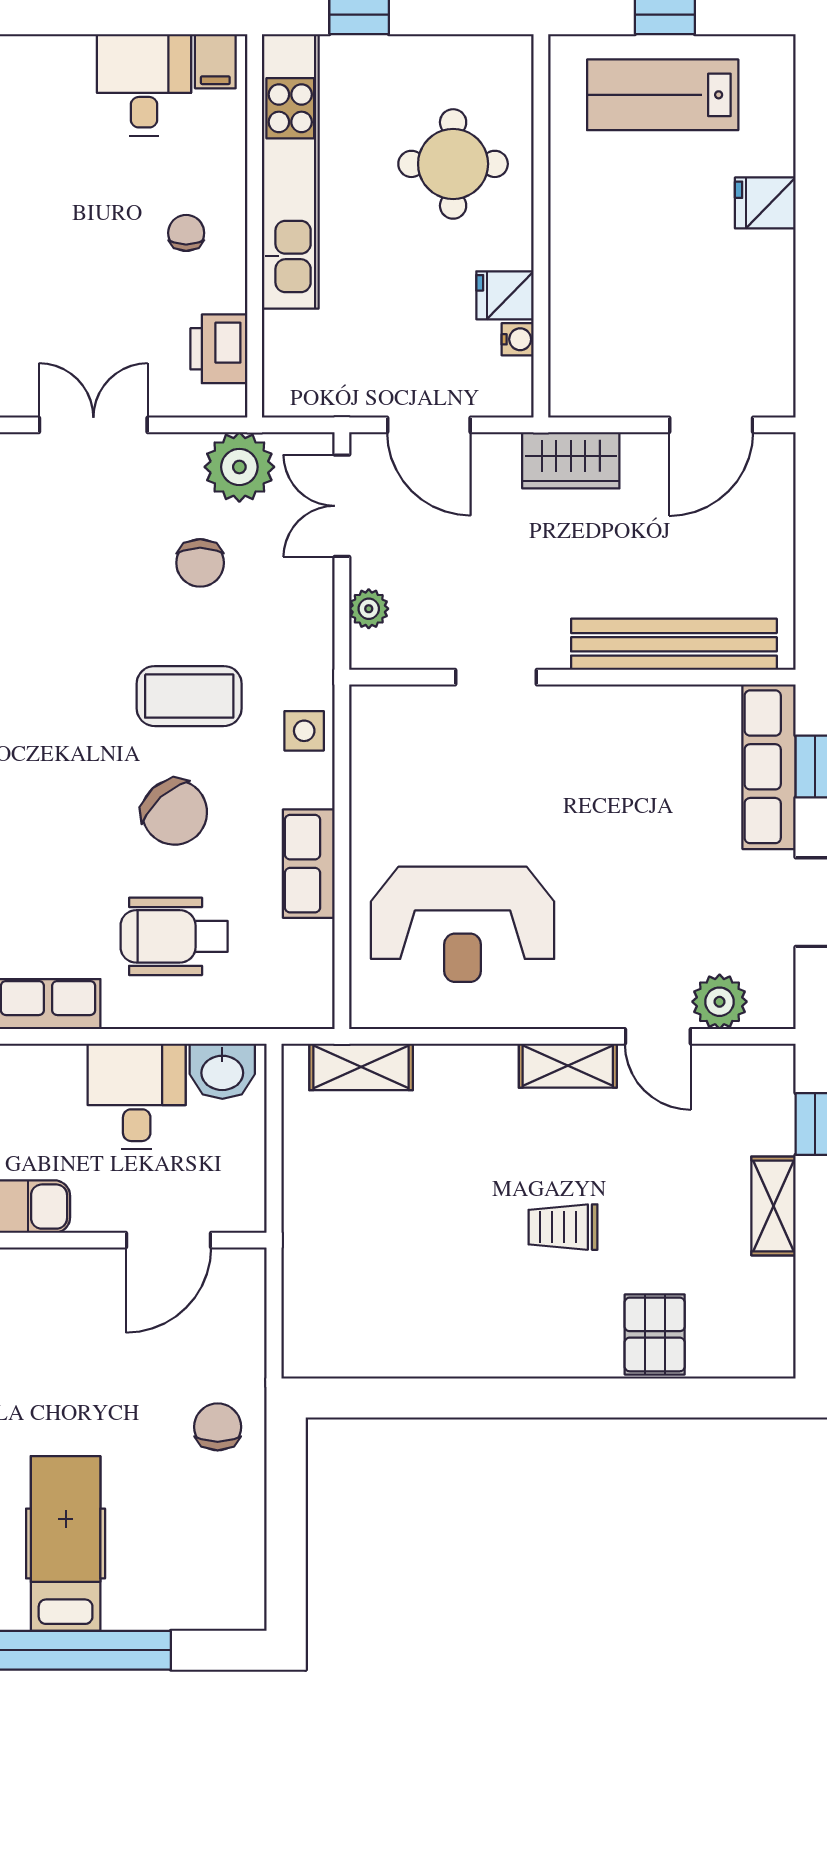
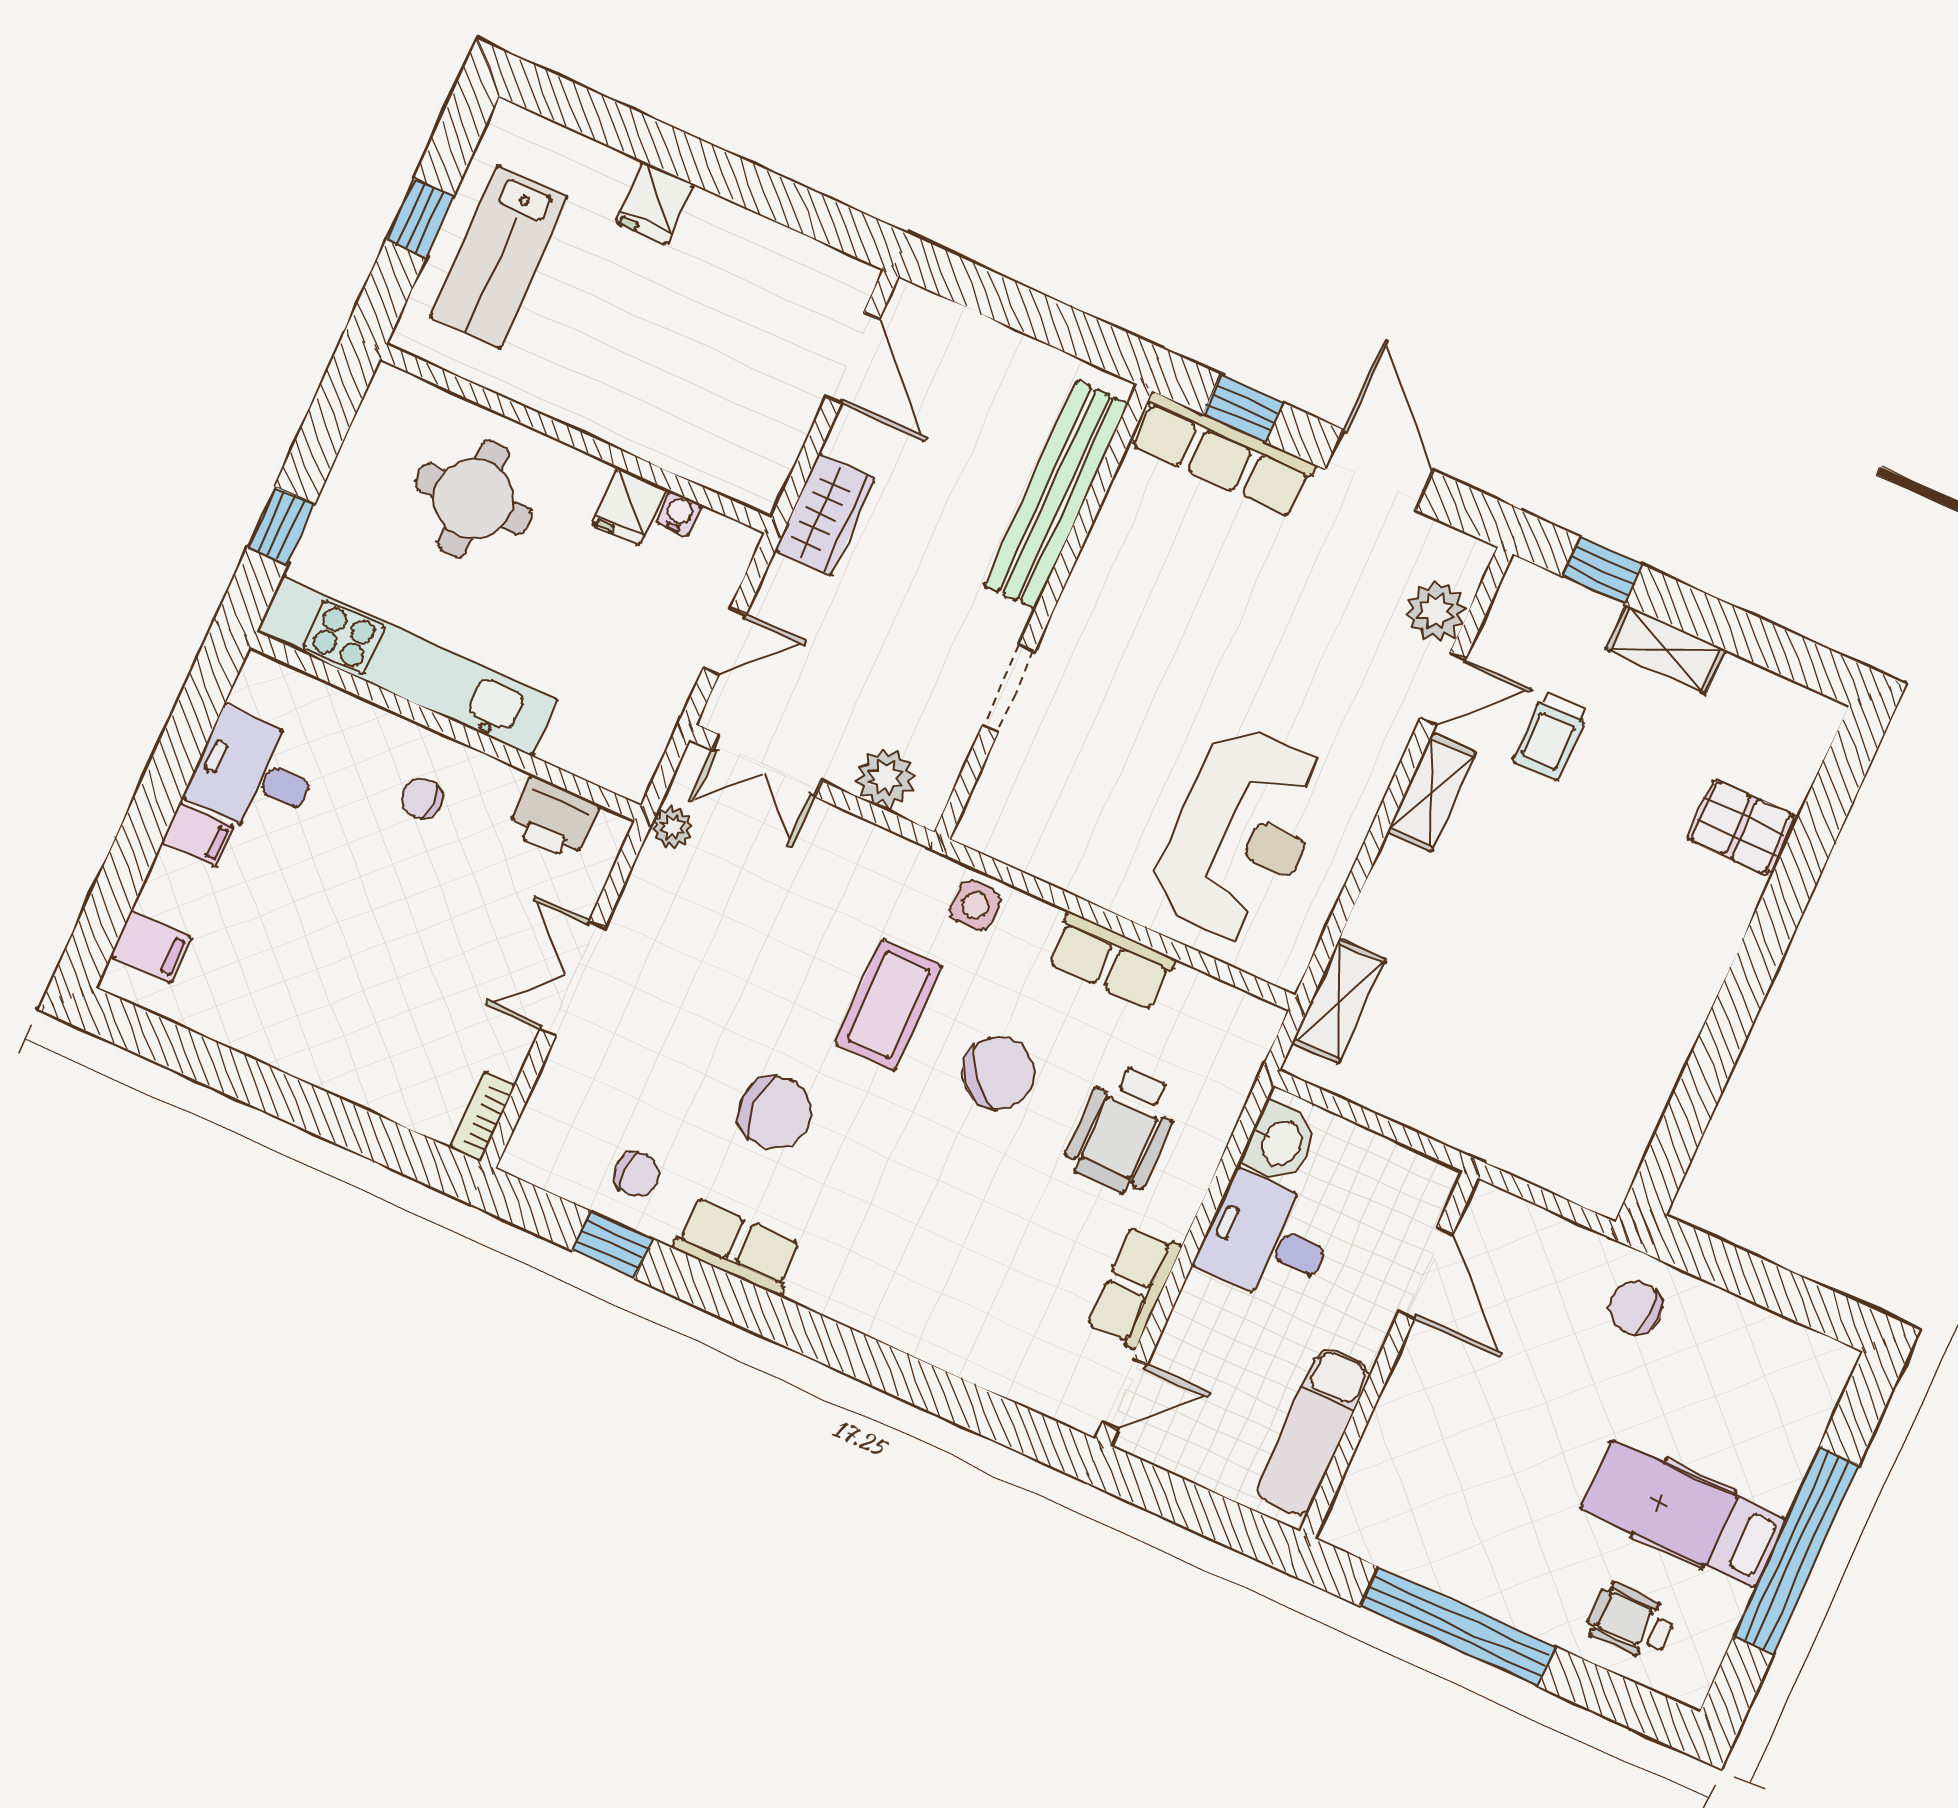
filing cabinet: (215, 61) -> (198, 834), moved
door: (429, 425) -> (725, 641), width x0.73
plant: (239, 467) -> (672, 827), width x0.53, depth x0.53
chair: (200, 563) -> (775, 1113), moved, width x1.37, depth x1.37
plant: (369, 609) -> (885, 778), width x1.38, depth x1.38
trolley: (563, 1227) -> (1550, 736), moved

